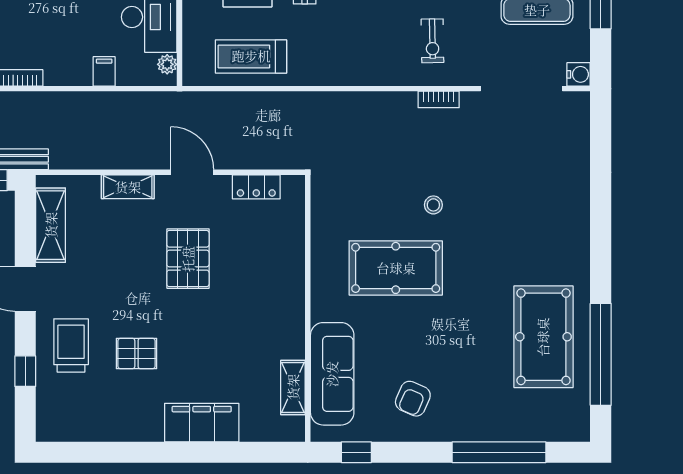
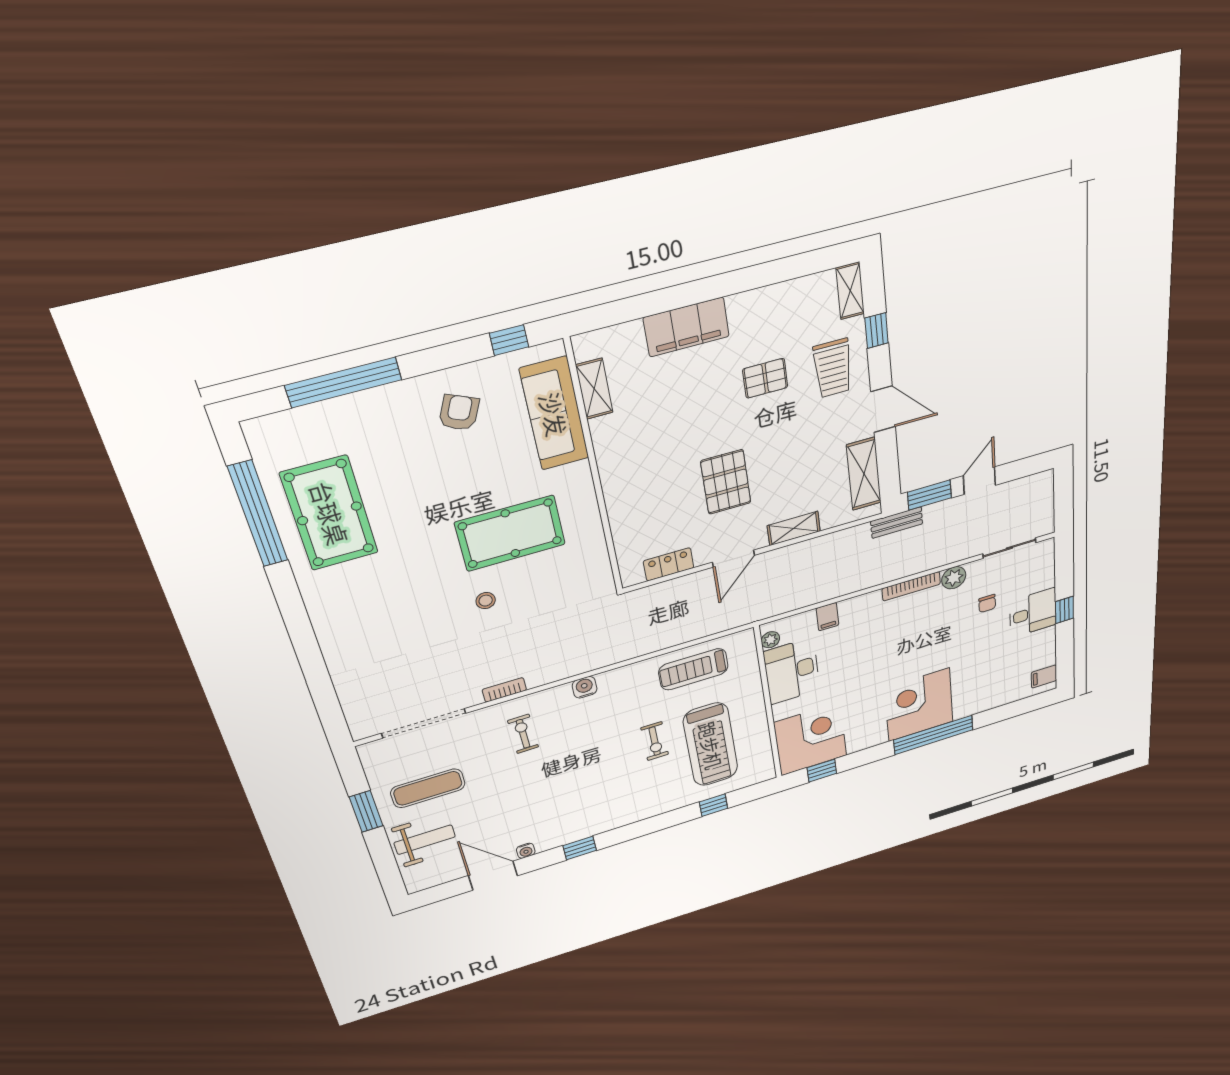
treadmill: (251, 56) -> (693, 669), turned 180
water cooler: (579, 74) -> (585, 687), moved, turned 90
door: (192, 172) -> (733, 559), hinge flipped
shelving: (47, 416) -> (850, 291), added

